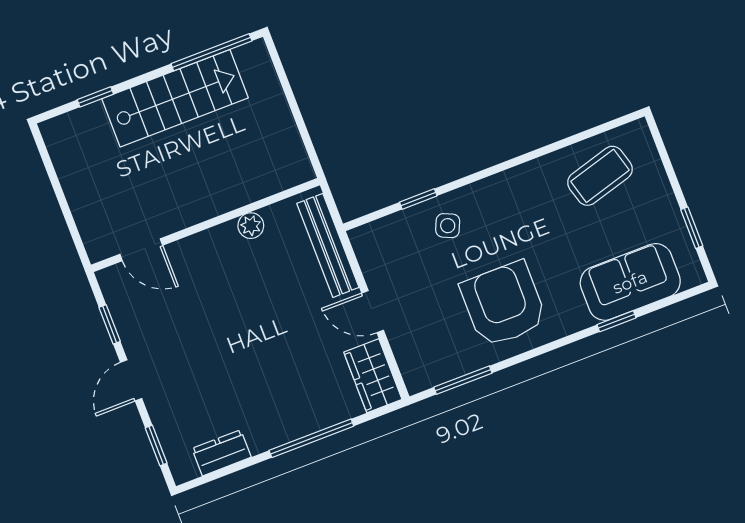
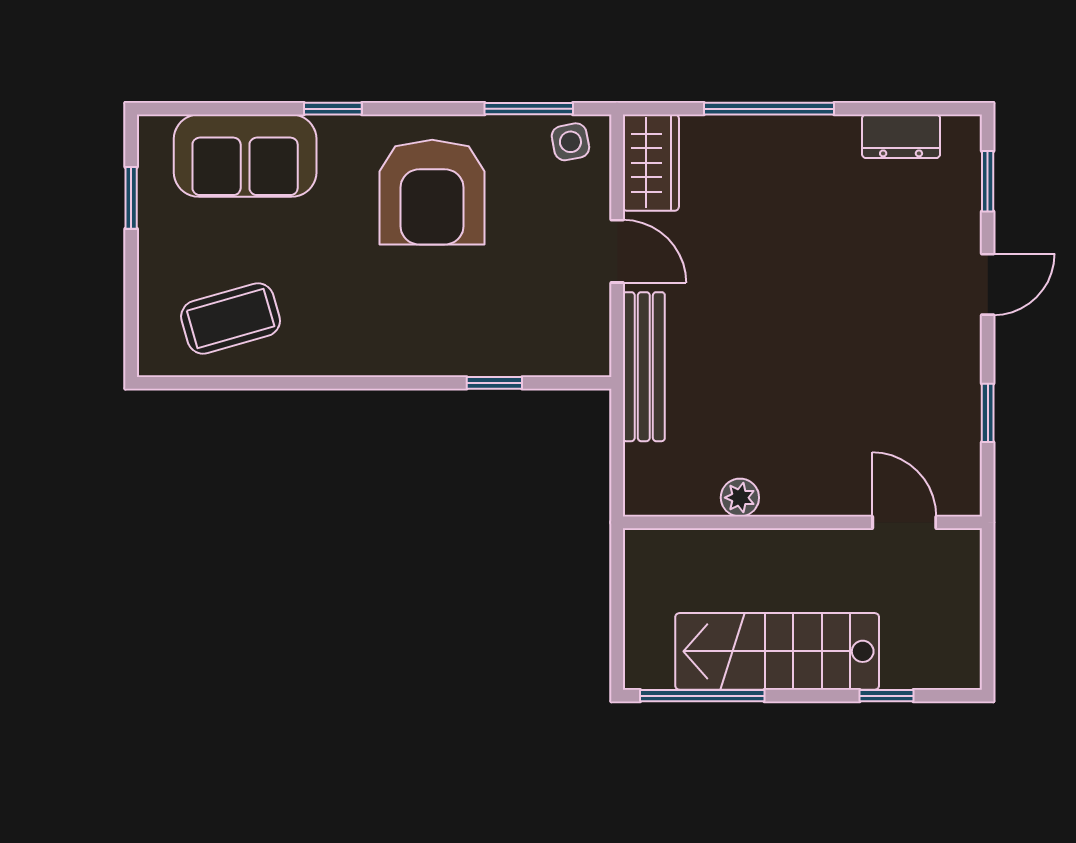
wall: (205, 225) -> (802, 522), moved
plant: (251, 226) -> (740, 498), moved
side table: (448, 226) -> (570, 142), moved, turned -35
door: (141, 250) -> (904, 522), moved
window: (616, 321) -> (333, 109), moved
window: (110, 324) -> (988, 413), moved

